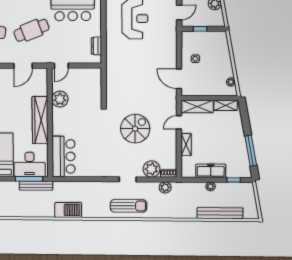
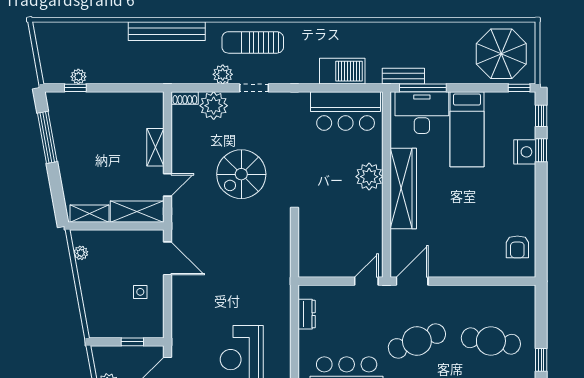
door: (23, 66) -> (412, 281), moved
plant: (60, 99) -> (369, 177), moved
bar counter: (63, 156) -> (346, 111), moved, turned -90
freezer: (211, 171) -> (114, 103), removed
bench: (36, 186) -> (403, 76), width x0.73
plant: (210, 186) -> (78, 77), moved
plant: (165, 187) -> (223, 74), moved
barbecue: (68, 210) -> (342, 71), moved, turned 180
bench: (220, 213) -> (167, 31), moved

